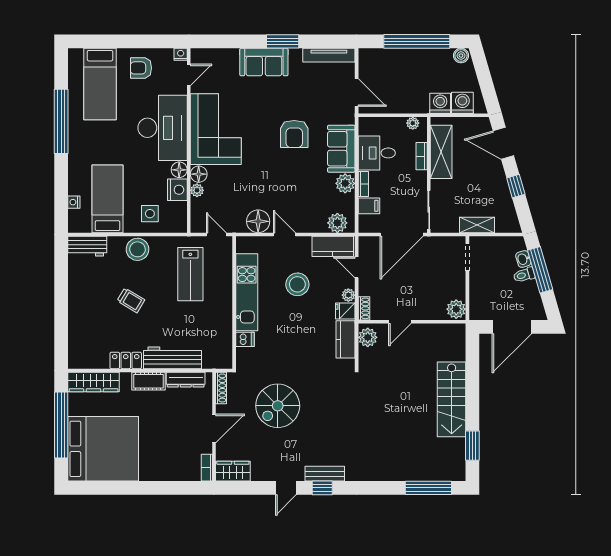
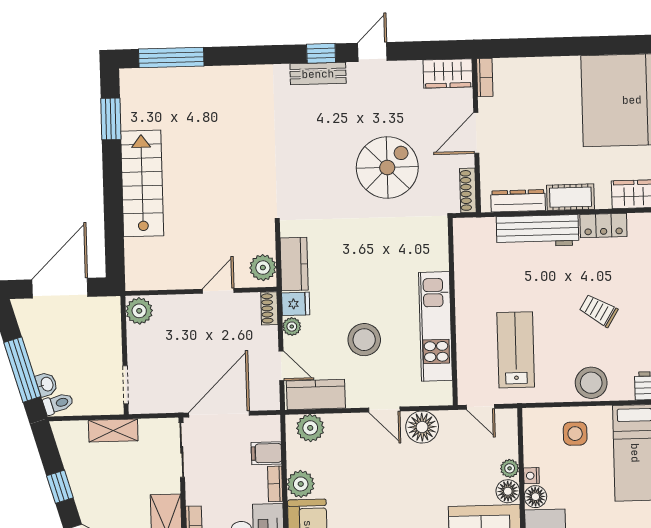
nightstand: (177, 190) -> (531, 476), width x0.53, depth x0.56
toilet: (524, 275) -> (58, 404), moved
dishwasher: (245, 339) -> (436, 260), removed

